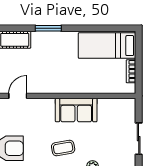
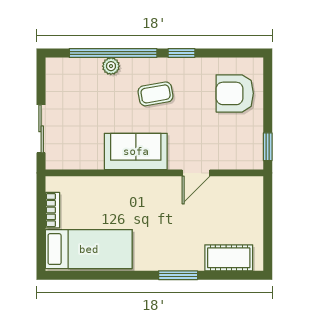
door: (18, 96) -> (196, 173), moved
sliding door: (139, 139) -> (41, 129), moved

